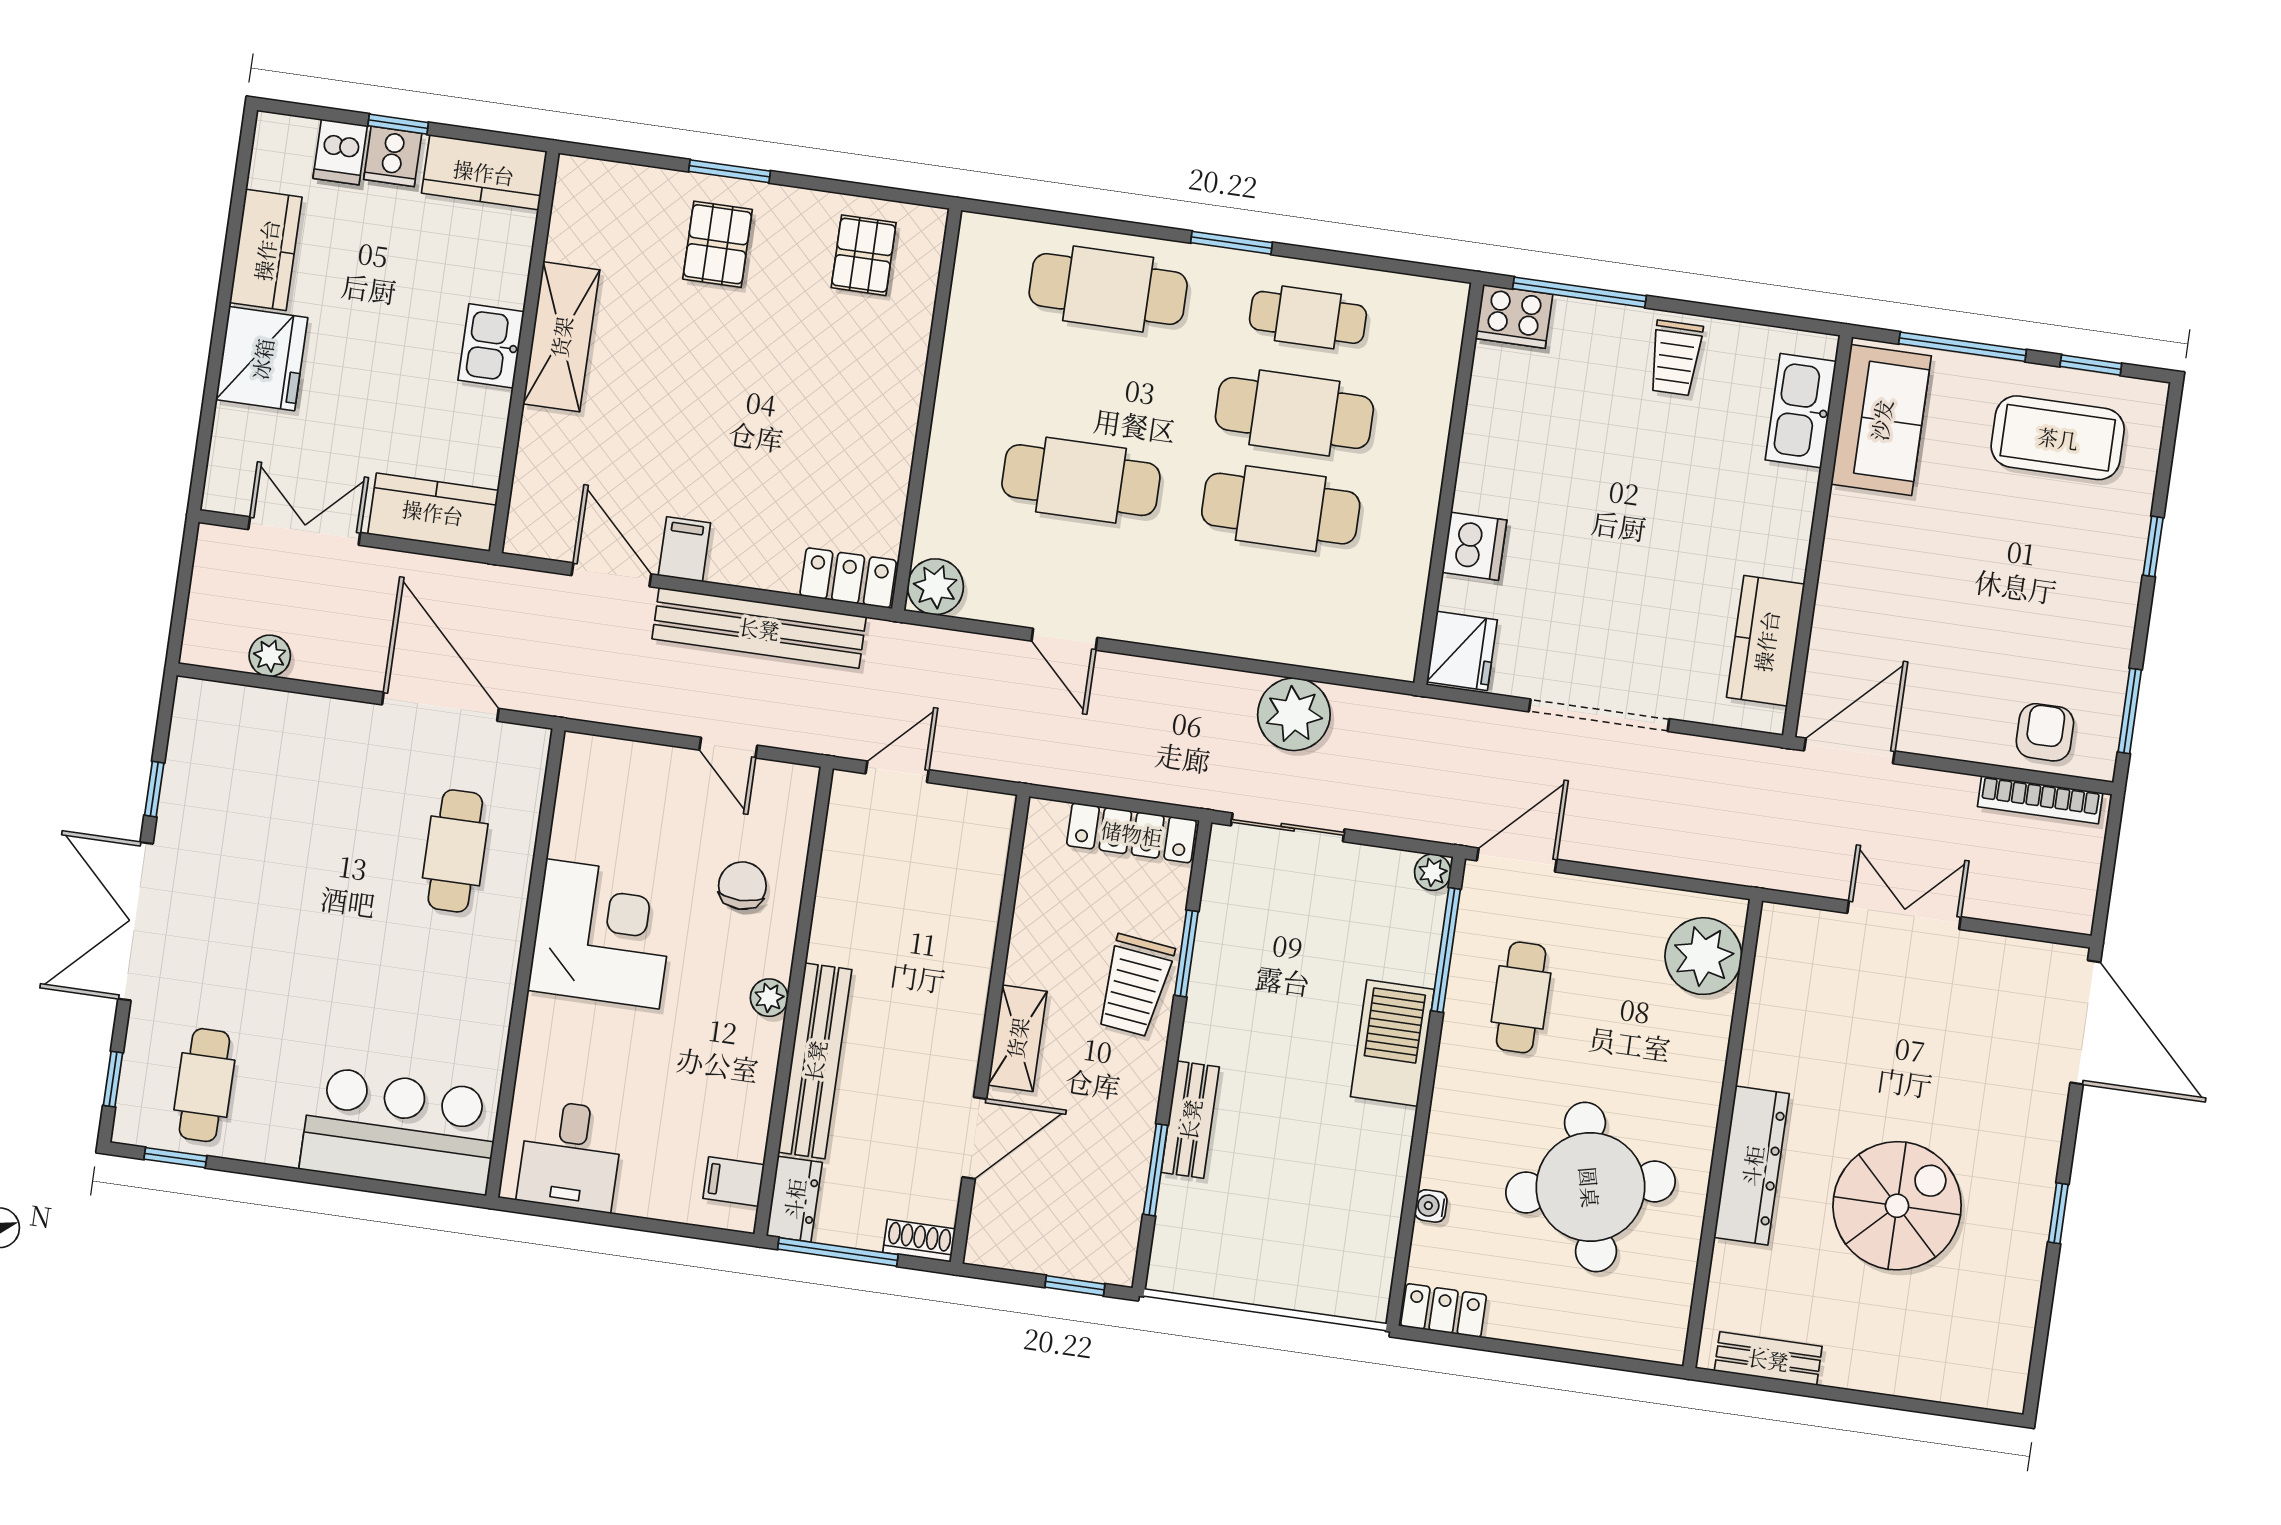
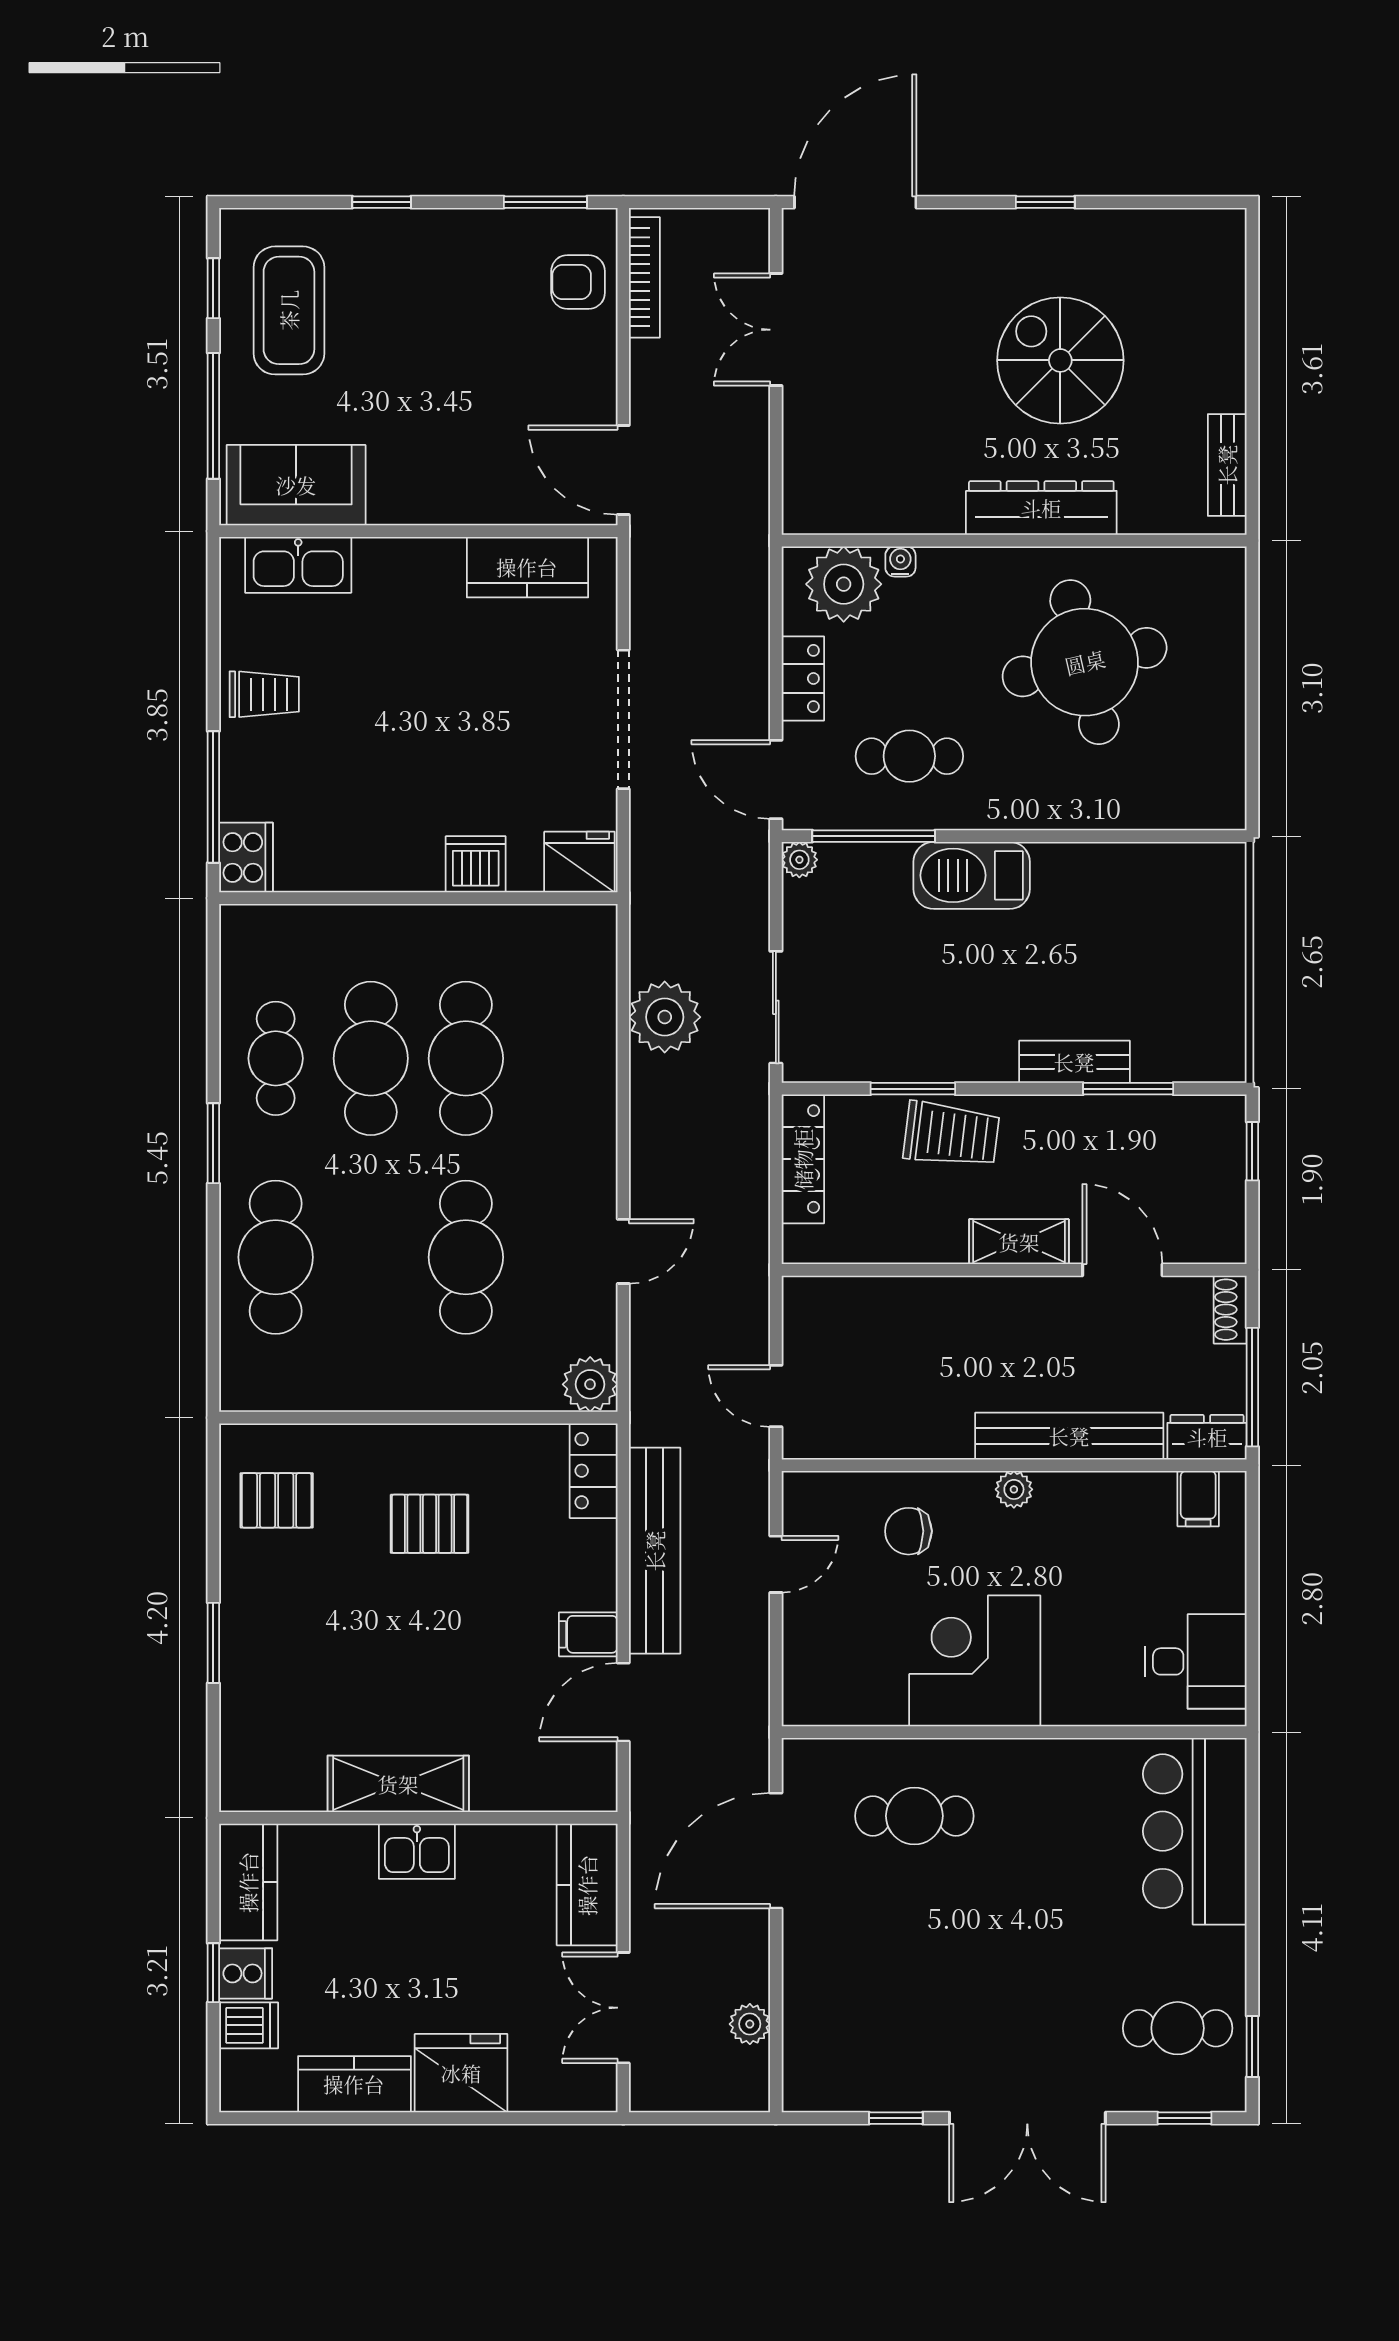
pallet: (717, 244) -> (430, 1524), moved
double door: (1904, 915) -> (776, 330), moved
water cooler: (1431, 1206) -> (900, 561), moved, turned 180
locker: (1444, 1310) -> (803, 678), moved, turned 180

